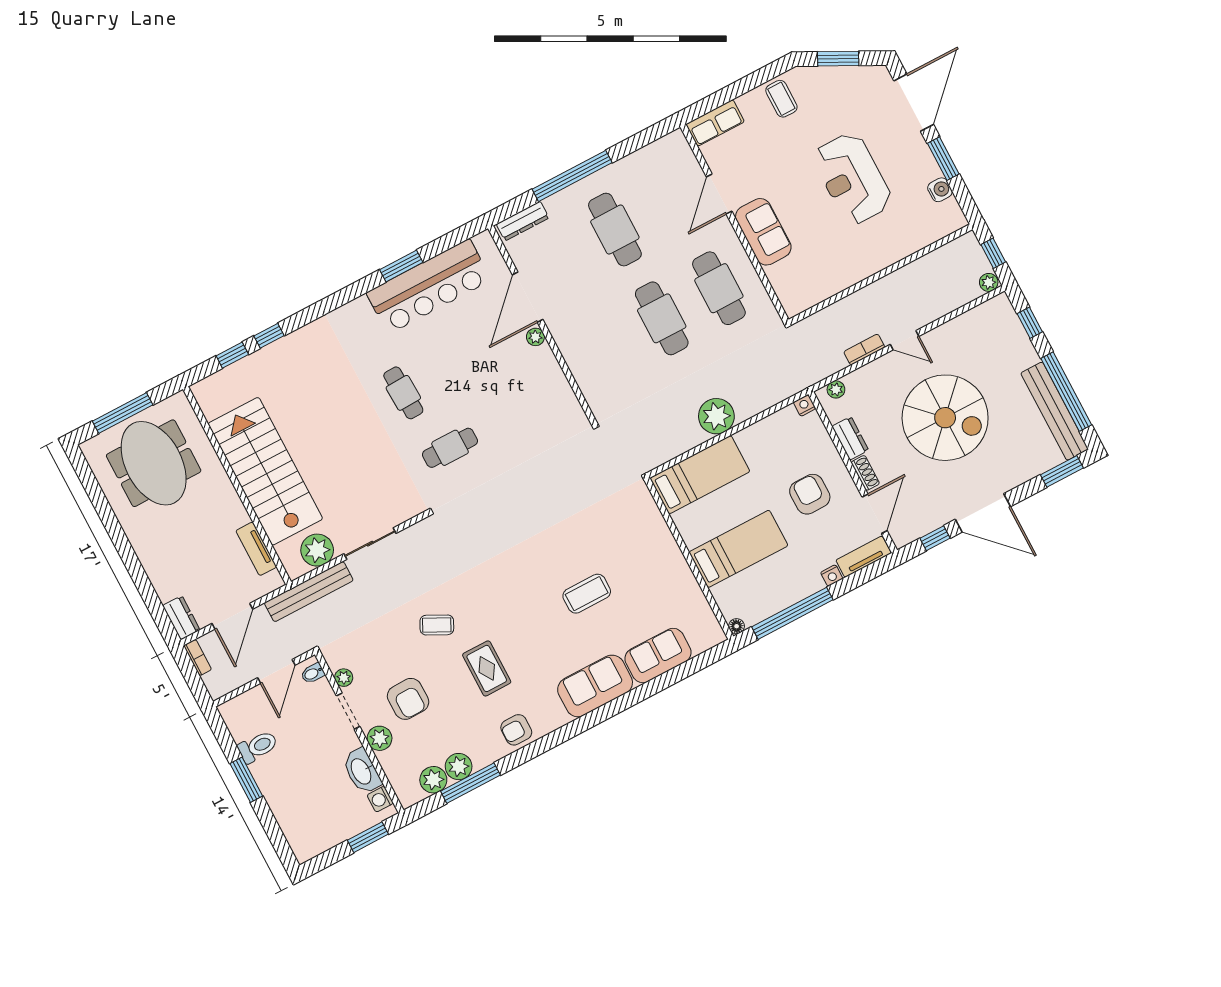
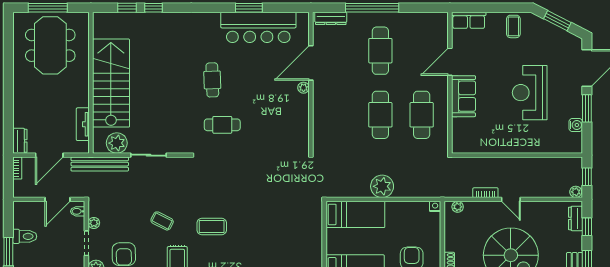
dresser: (850, 438) -> (576, 218), moved, turned 180
coffee table: (587, 594) -> (212, 226), moved

